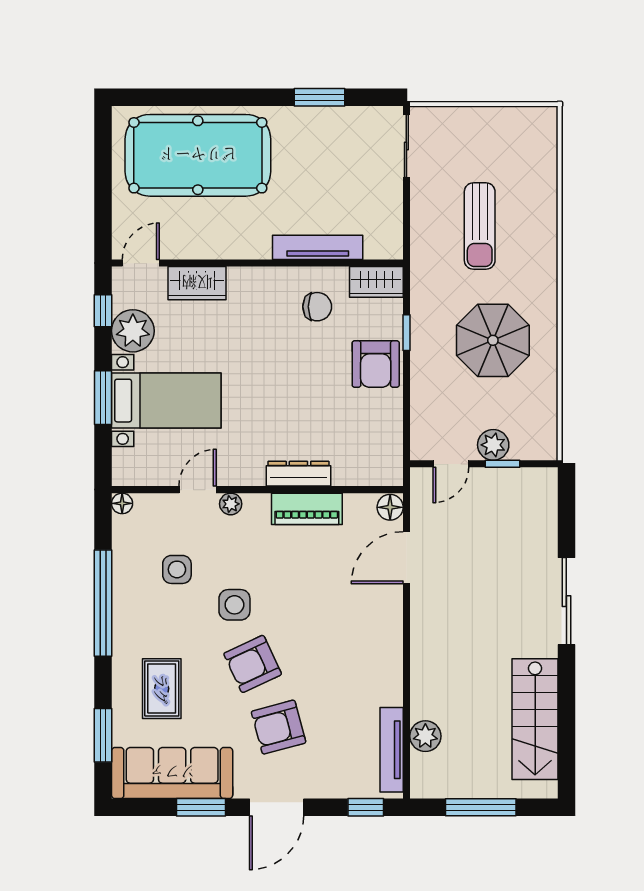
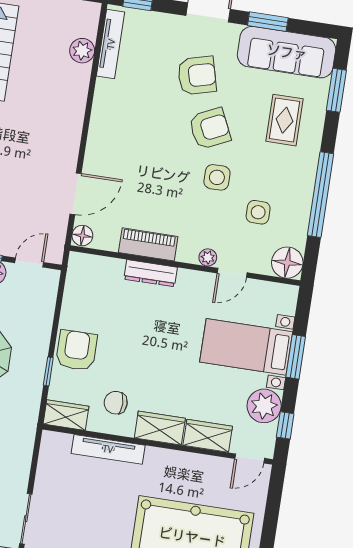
wardrobe: (258, 284) -> (160, 428), added
floor lamp: (122, 503) -> (287, 263), width x1.89, depth x1.89

